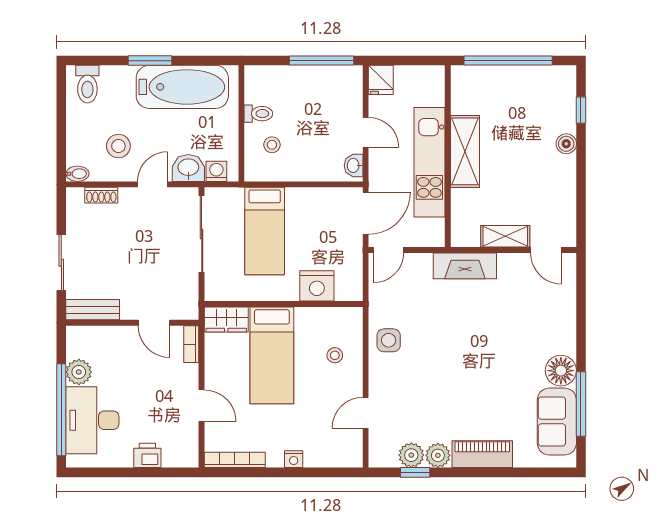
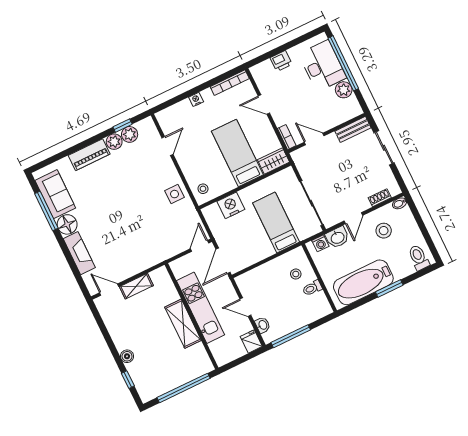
washbasin: (354, 165) -> (263, 325), moved
fireplace: (465, 266) -> (79, 253), moved, turned 90
stool: (335, 355) -> (203, 189), moved

